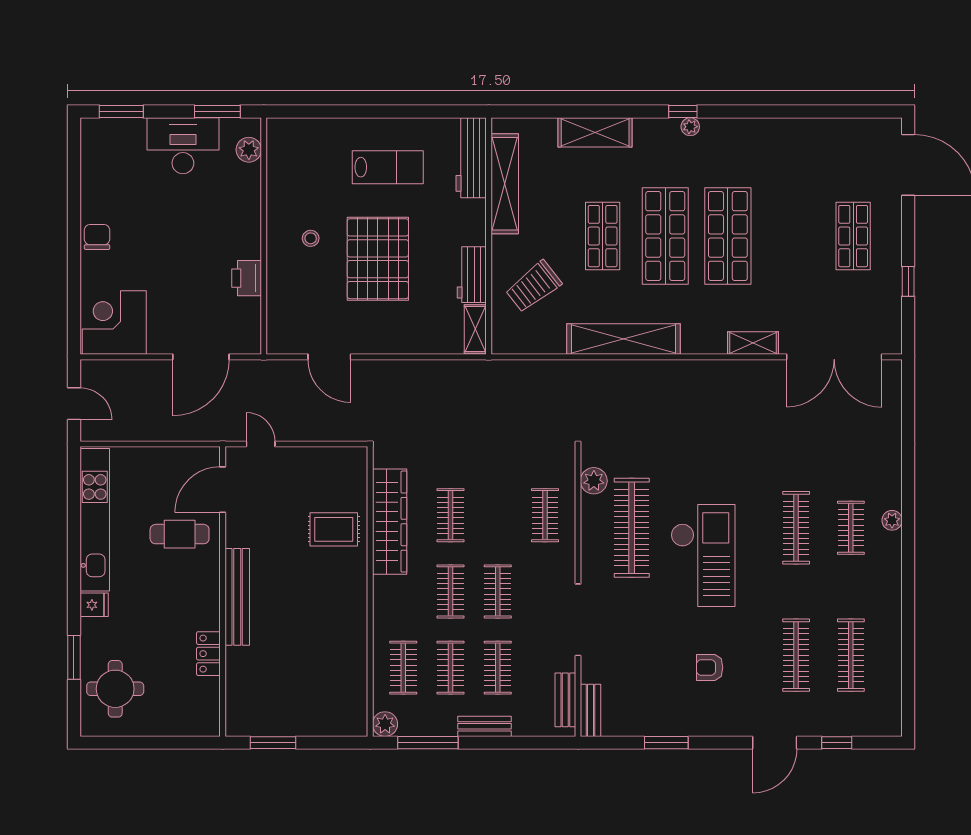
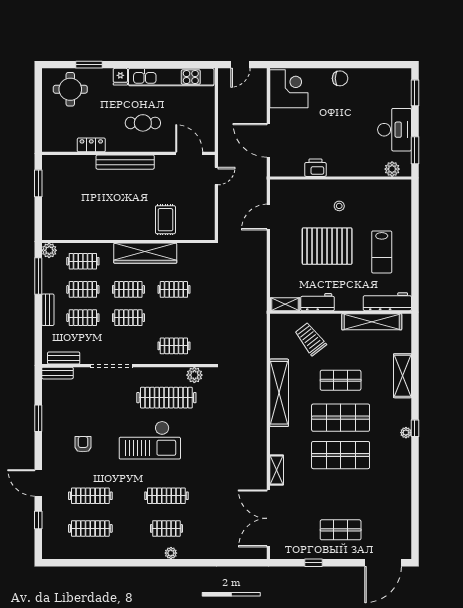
wardrobe: (390, 522) -> (145, 253), moved
cafe table: (180, 534) -> (143, 123), moved, turned 90

